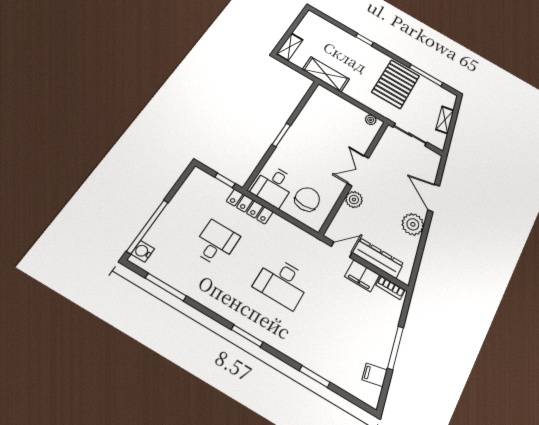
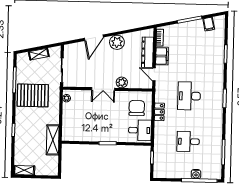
shelving: (290, 47) -> (24, 170), moved
chair: (307, 199) -> (137, 108), turned 90
locker: (250, 207) -> (159, 112), moved, width x0.66
water cooler: (143, 251) -> (196, 174), moved
desk: (282, 283) -> (189, 96), turned 180

